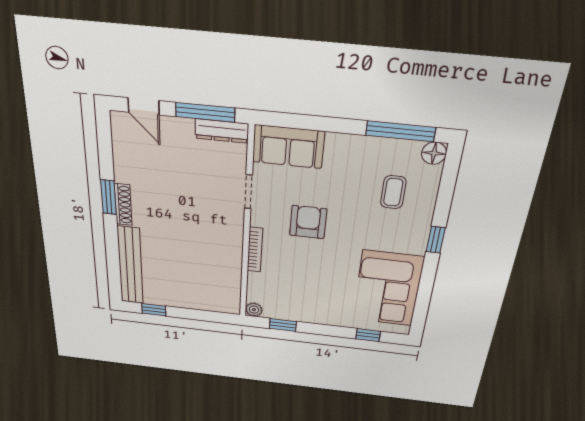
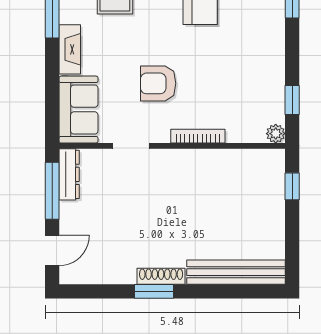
fireplace: (352, 144) -> (70, 49), added
window: (154, 310) -> (292, 186), moved

